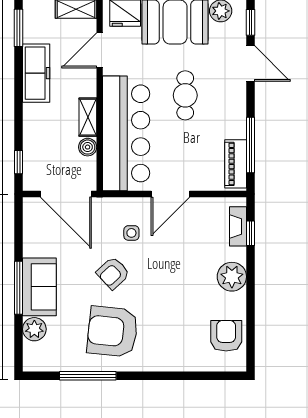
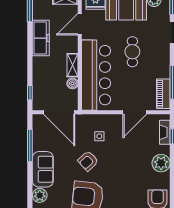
door: (170, 194) -> (135, 112), moved
window: (19, 288) -> (30, 145), moved

